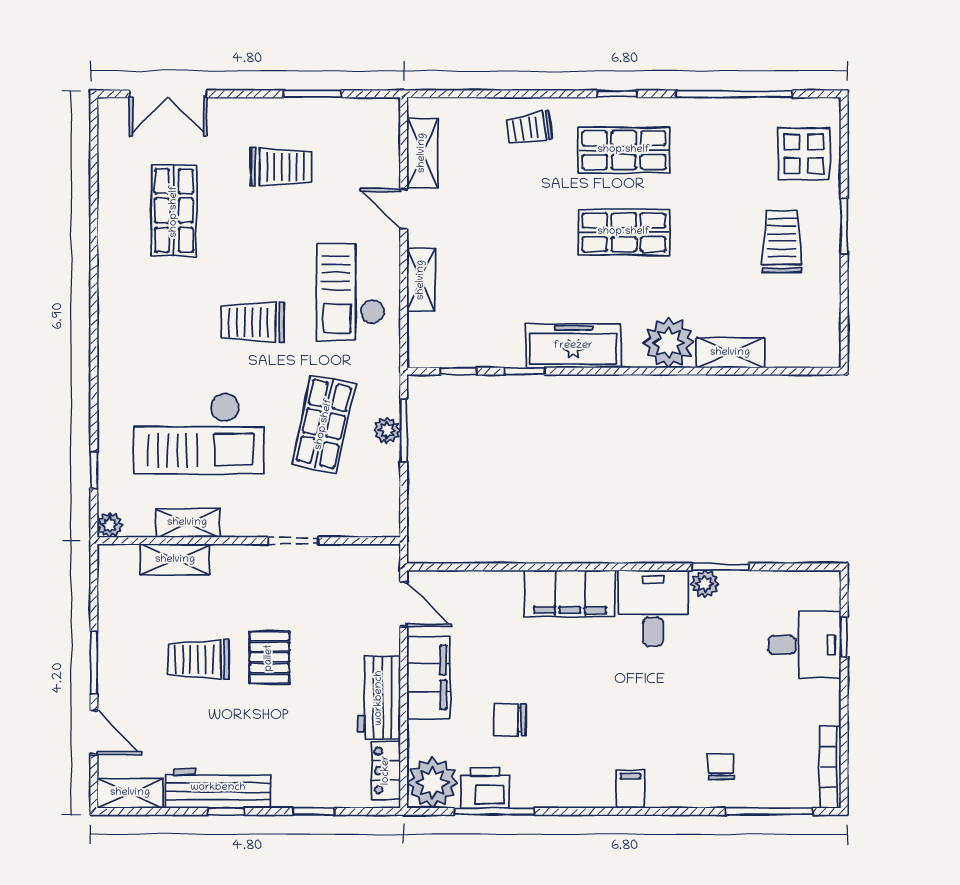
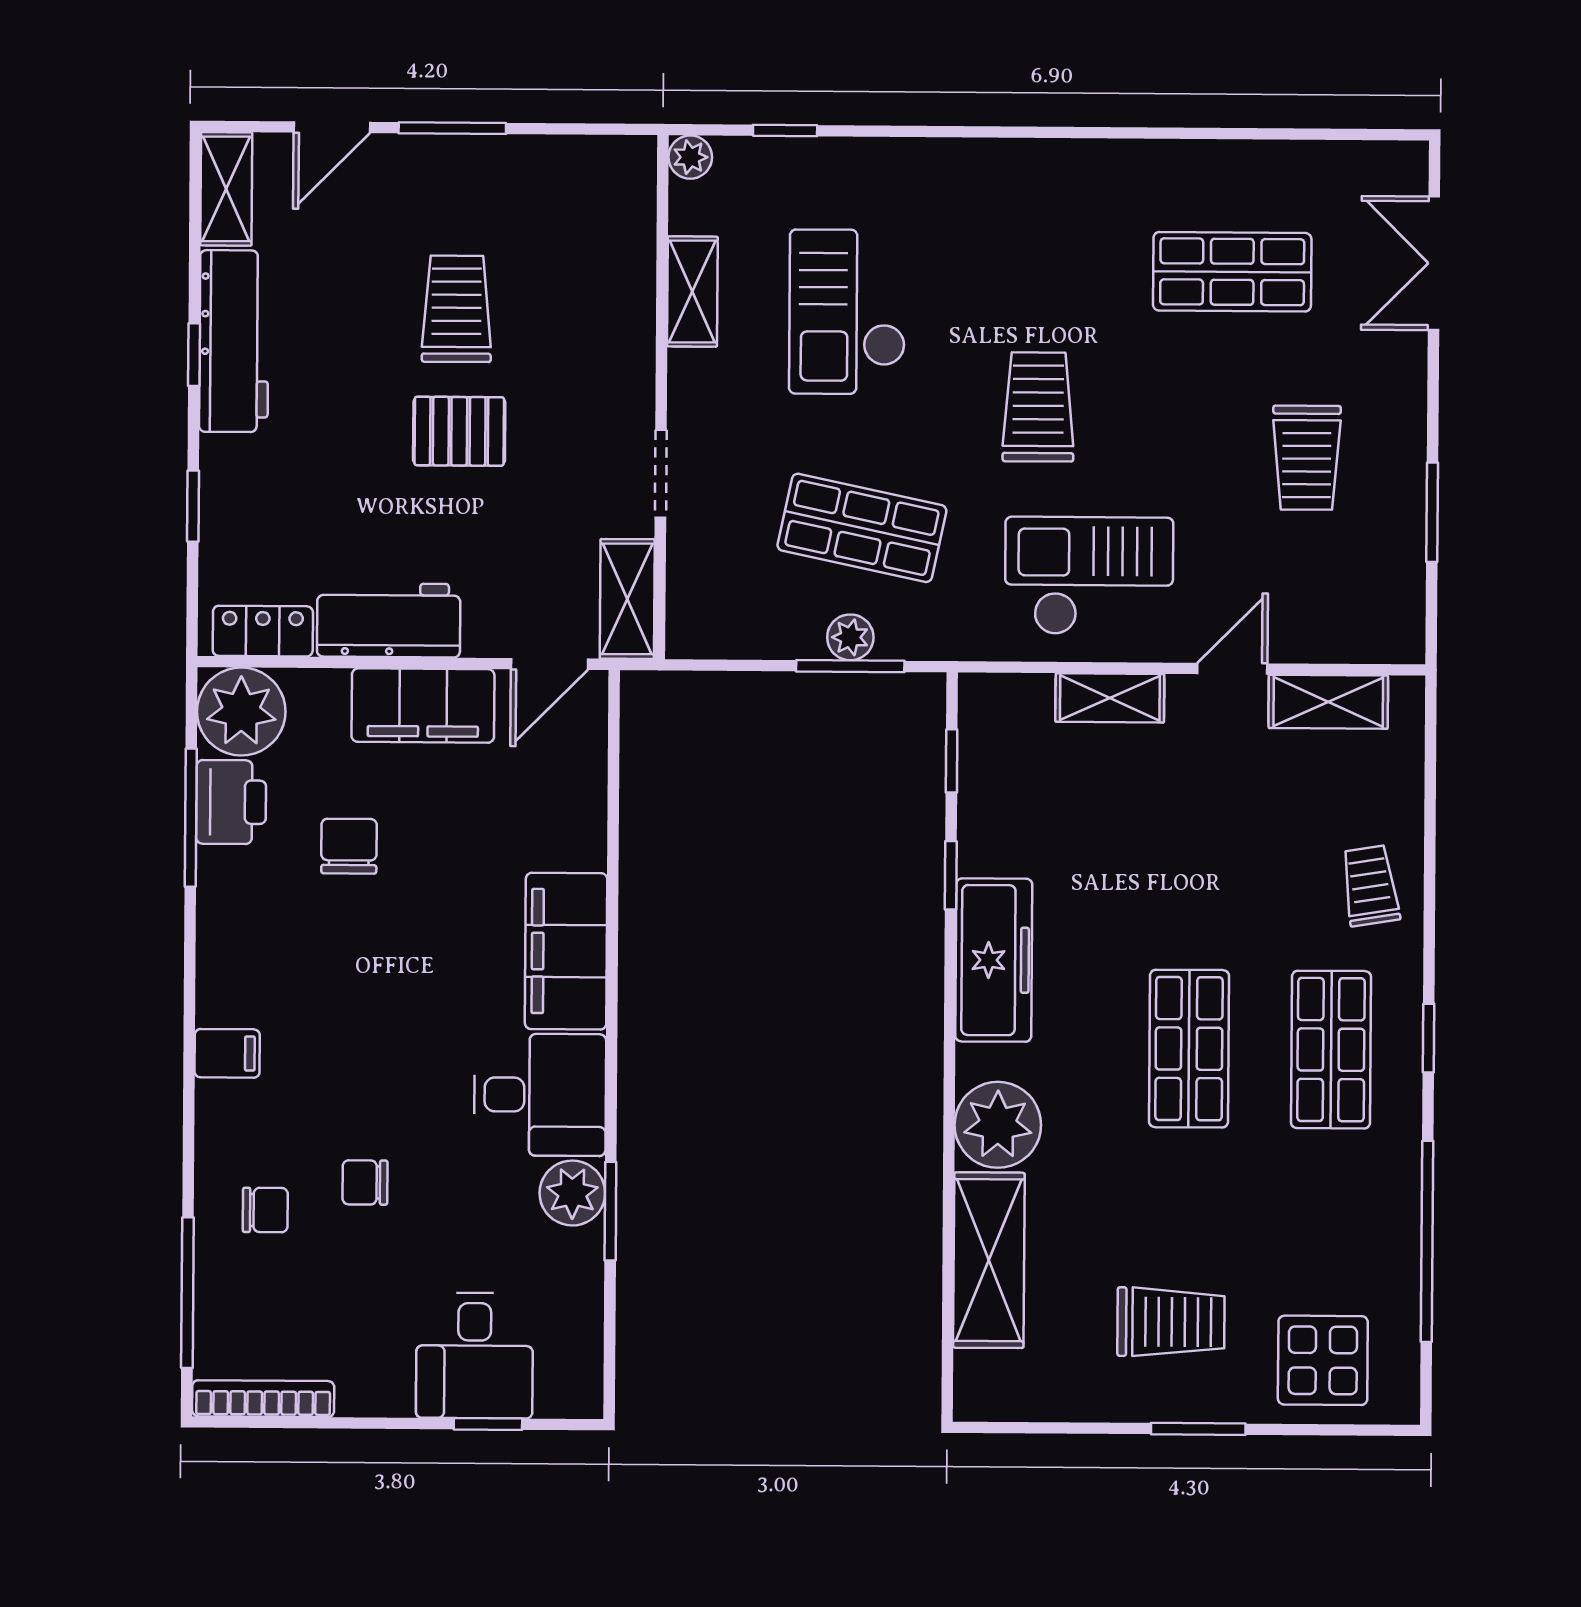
shelving: (730, 353) -> (989, 1260), width x1.50, depth x1.33
checkout: (199, 433) -> (847, 312), width x0.73, depth x0.83
shelving: (175, 560) -> (627, 599), moved
plant: (705, 584) -> (572, 1193), width x1.38, depth x1.38
chair: (705, 709) -> (365, 1182), added

